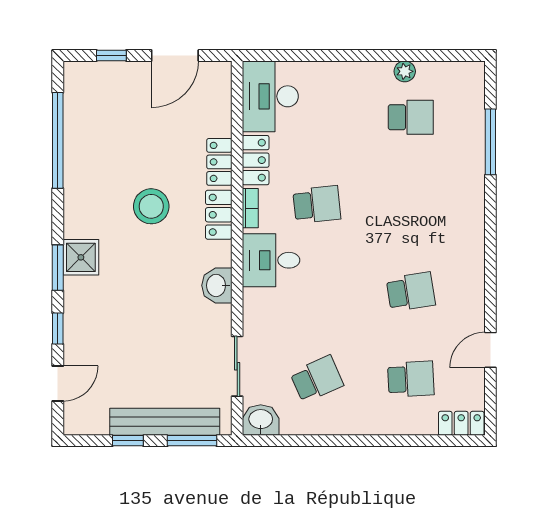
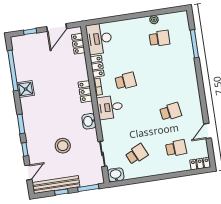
locker: (219, 162) -> (78, 44), moved
stool: (151, 206) -> (63, 146), moved
shower: (81, 257) -> (26, 89), moved
bench: (165, 422) -> (56, 185), moved

